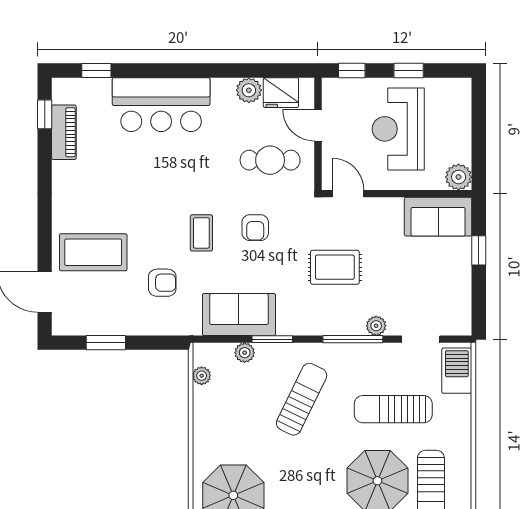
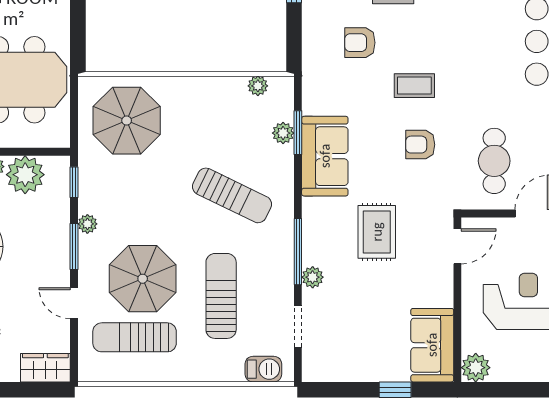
armchair: (162, 283) -> (360, 43), turned 90
sofa: (239, 315) -> (325, 156), moved
window: (272, 339) -> (298, 133), moved
barbecue: (457, 371) -> (263, 369), width x0.73, depth x0.79

